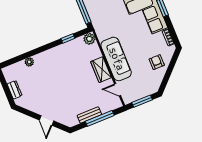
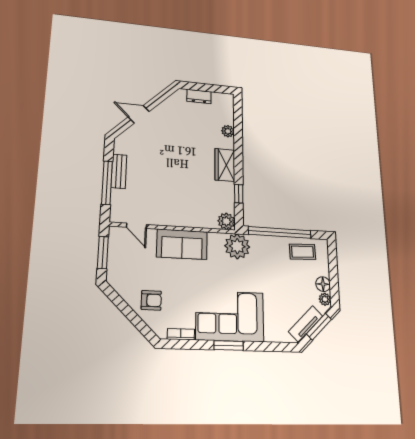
plant: (102, 26) -> (237, 246), added
sofa: (116, 59) -> (182, 244), width x0.73
wardrobe: (101, 70) -> (225, 165), moved, turned -90
door: (118, 90) -> (137, 226), swing flipped

